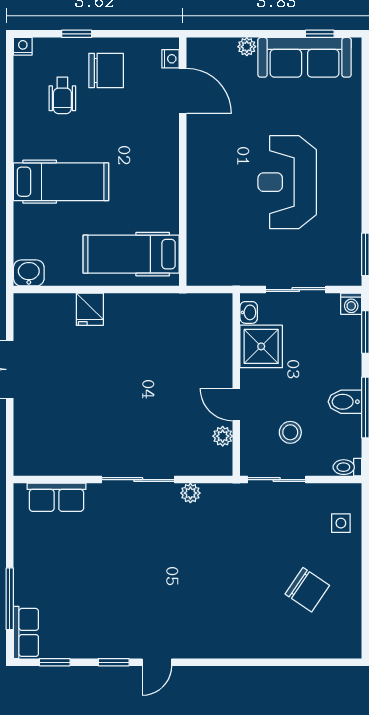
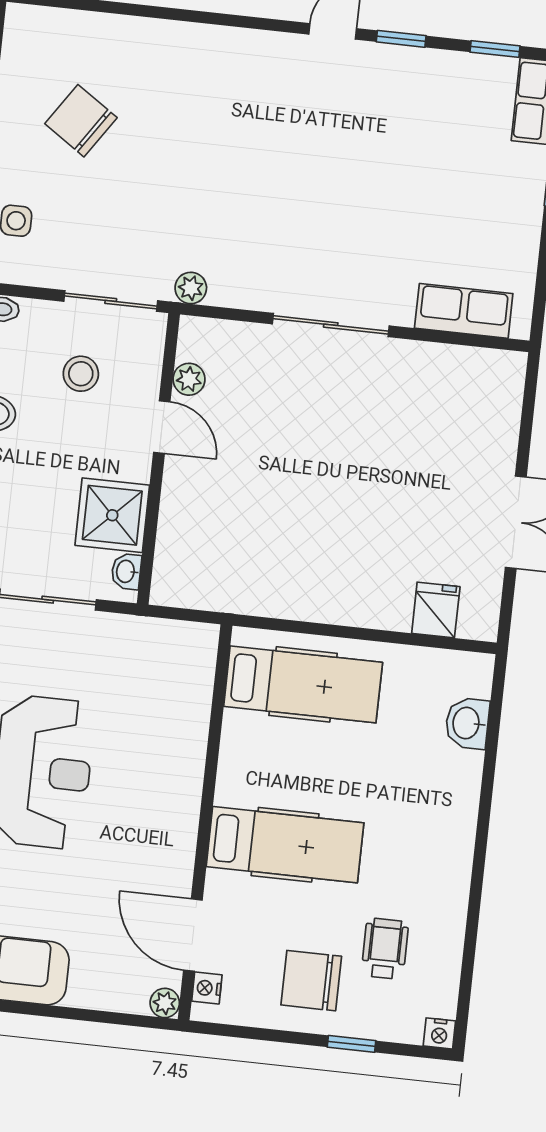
plant: (247, 47) -> (165, 1003), moved
hospital bed: (61, 182) -> (285, 845), moved, turned 180
washbasin: (29, 273) -> (467, 723), moved, turned 90
fridge: (90, 309) -> (436, 610), moved
plant: (190, 493) -> (191, 288), moved

